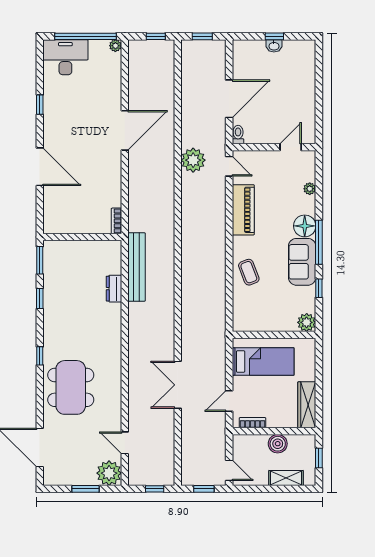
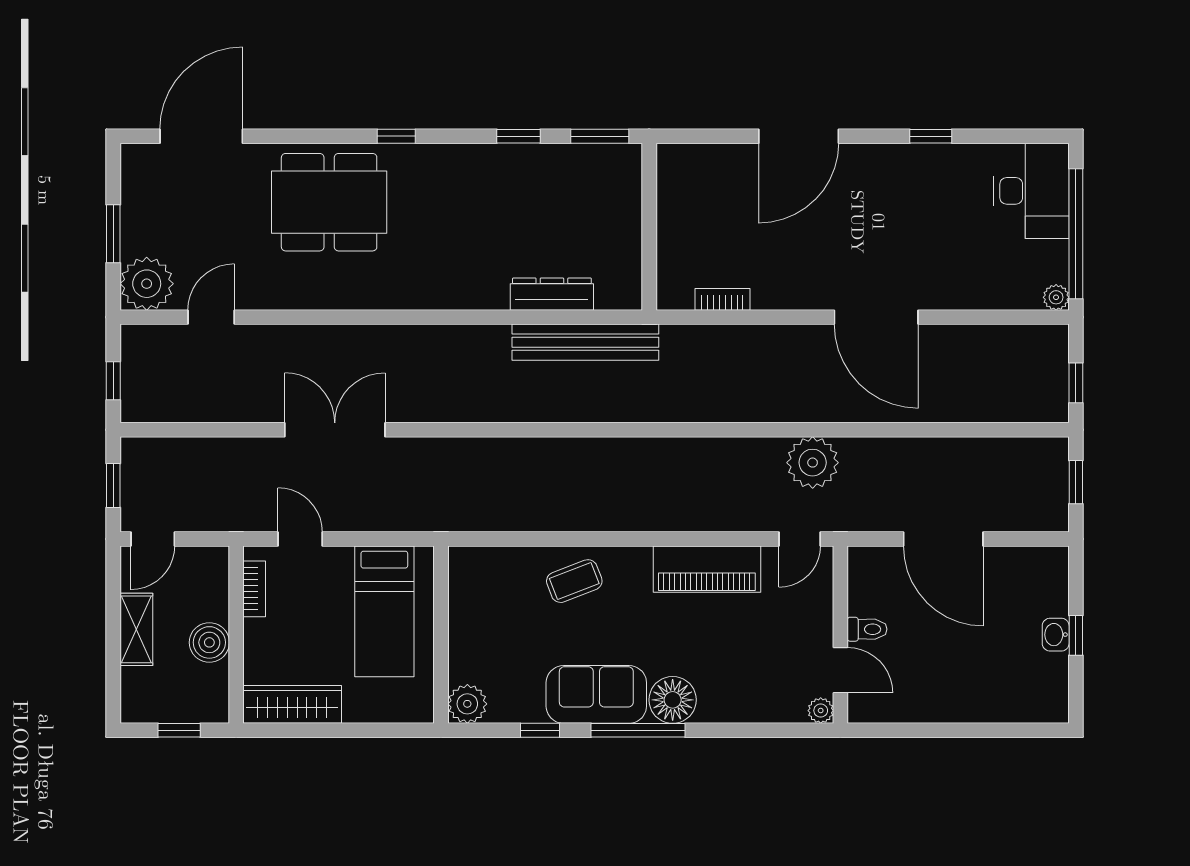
toilet: (238, 135) -> (867, 629), moved
plant: (310, 189) -> (821, 711), moved
bookcase: (116, 221) -> (722, 299), moved
dresser: (114, 289) -> (552, 294), width x1.44
shelving: (286, 478) -> (136, 629), moved

